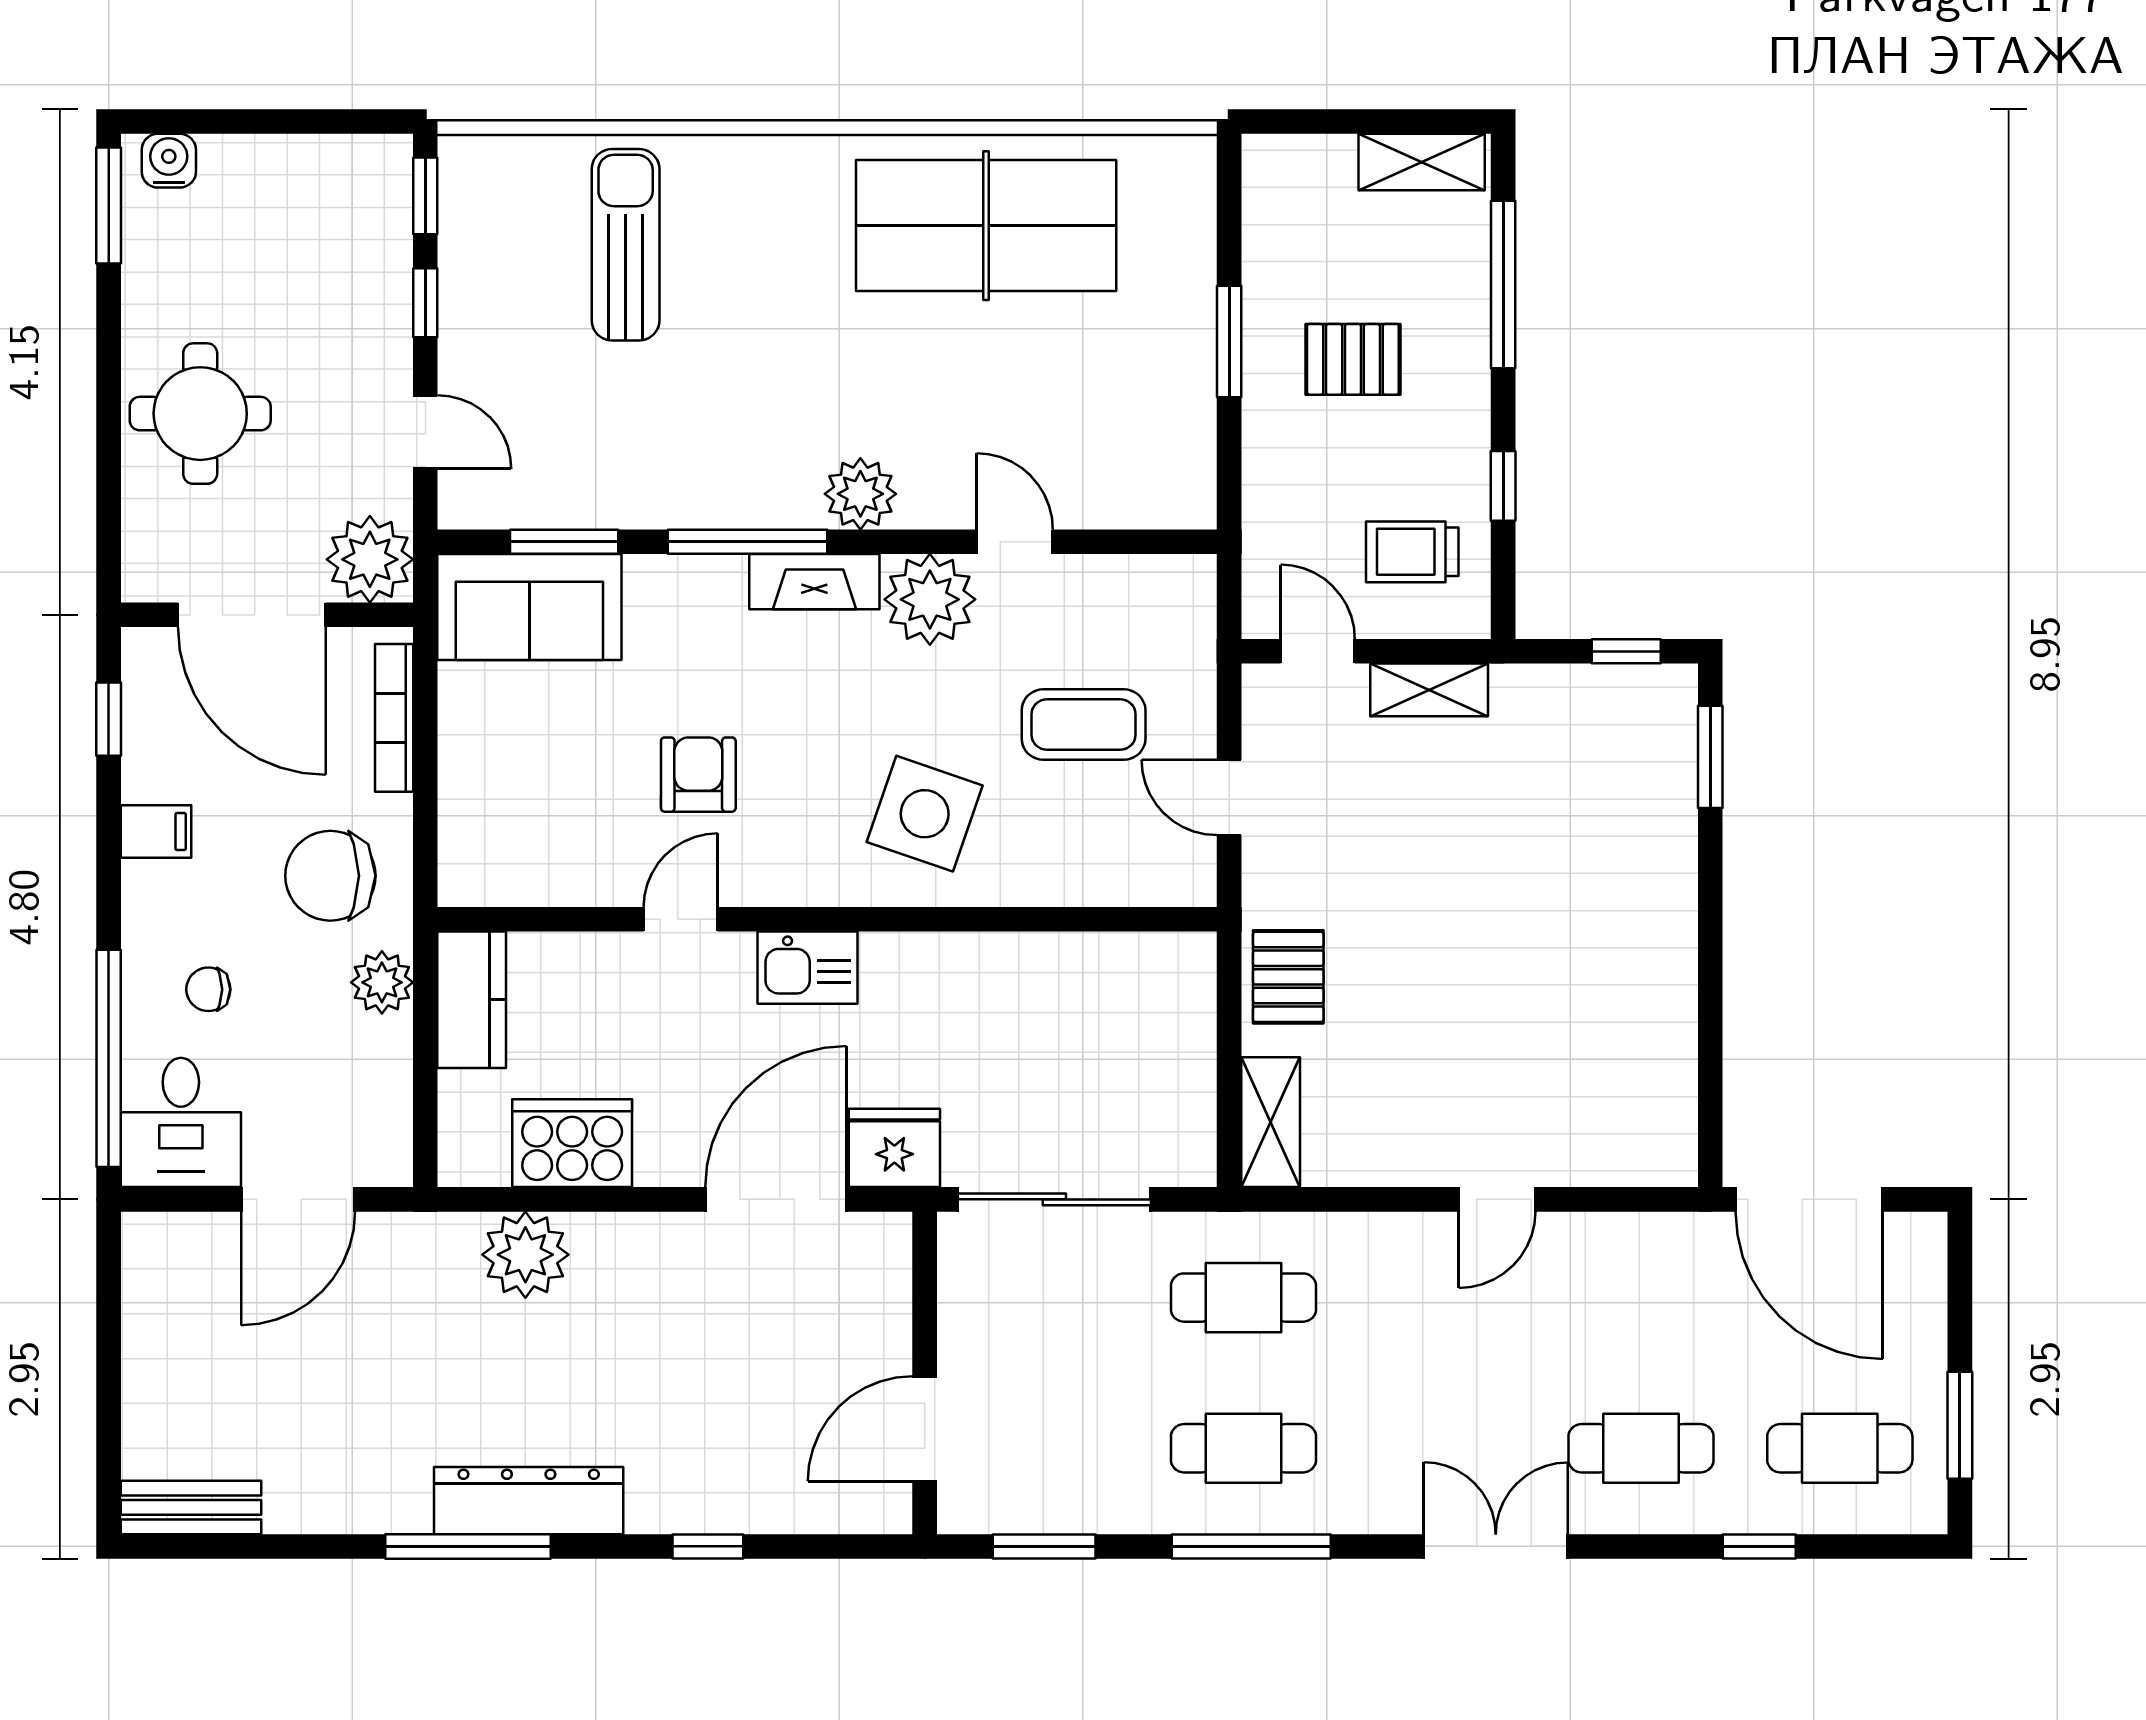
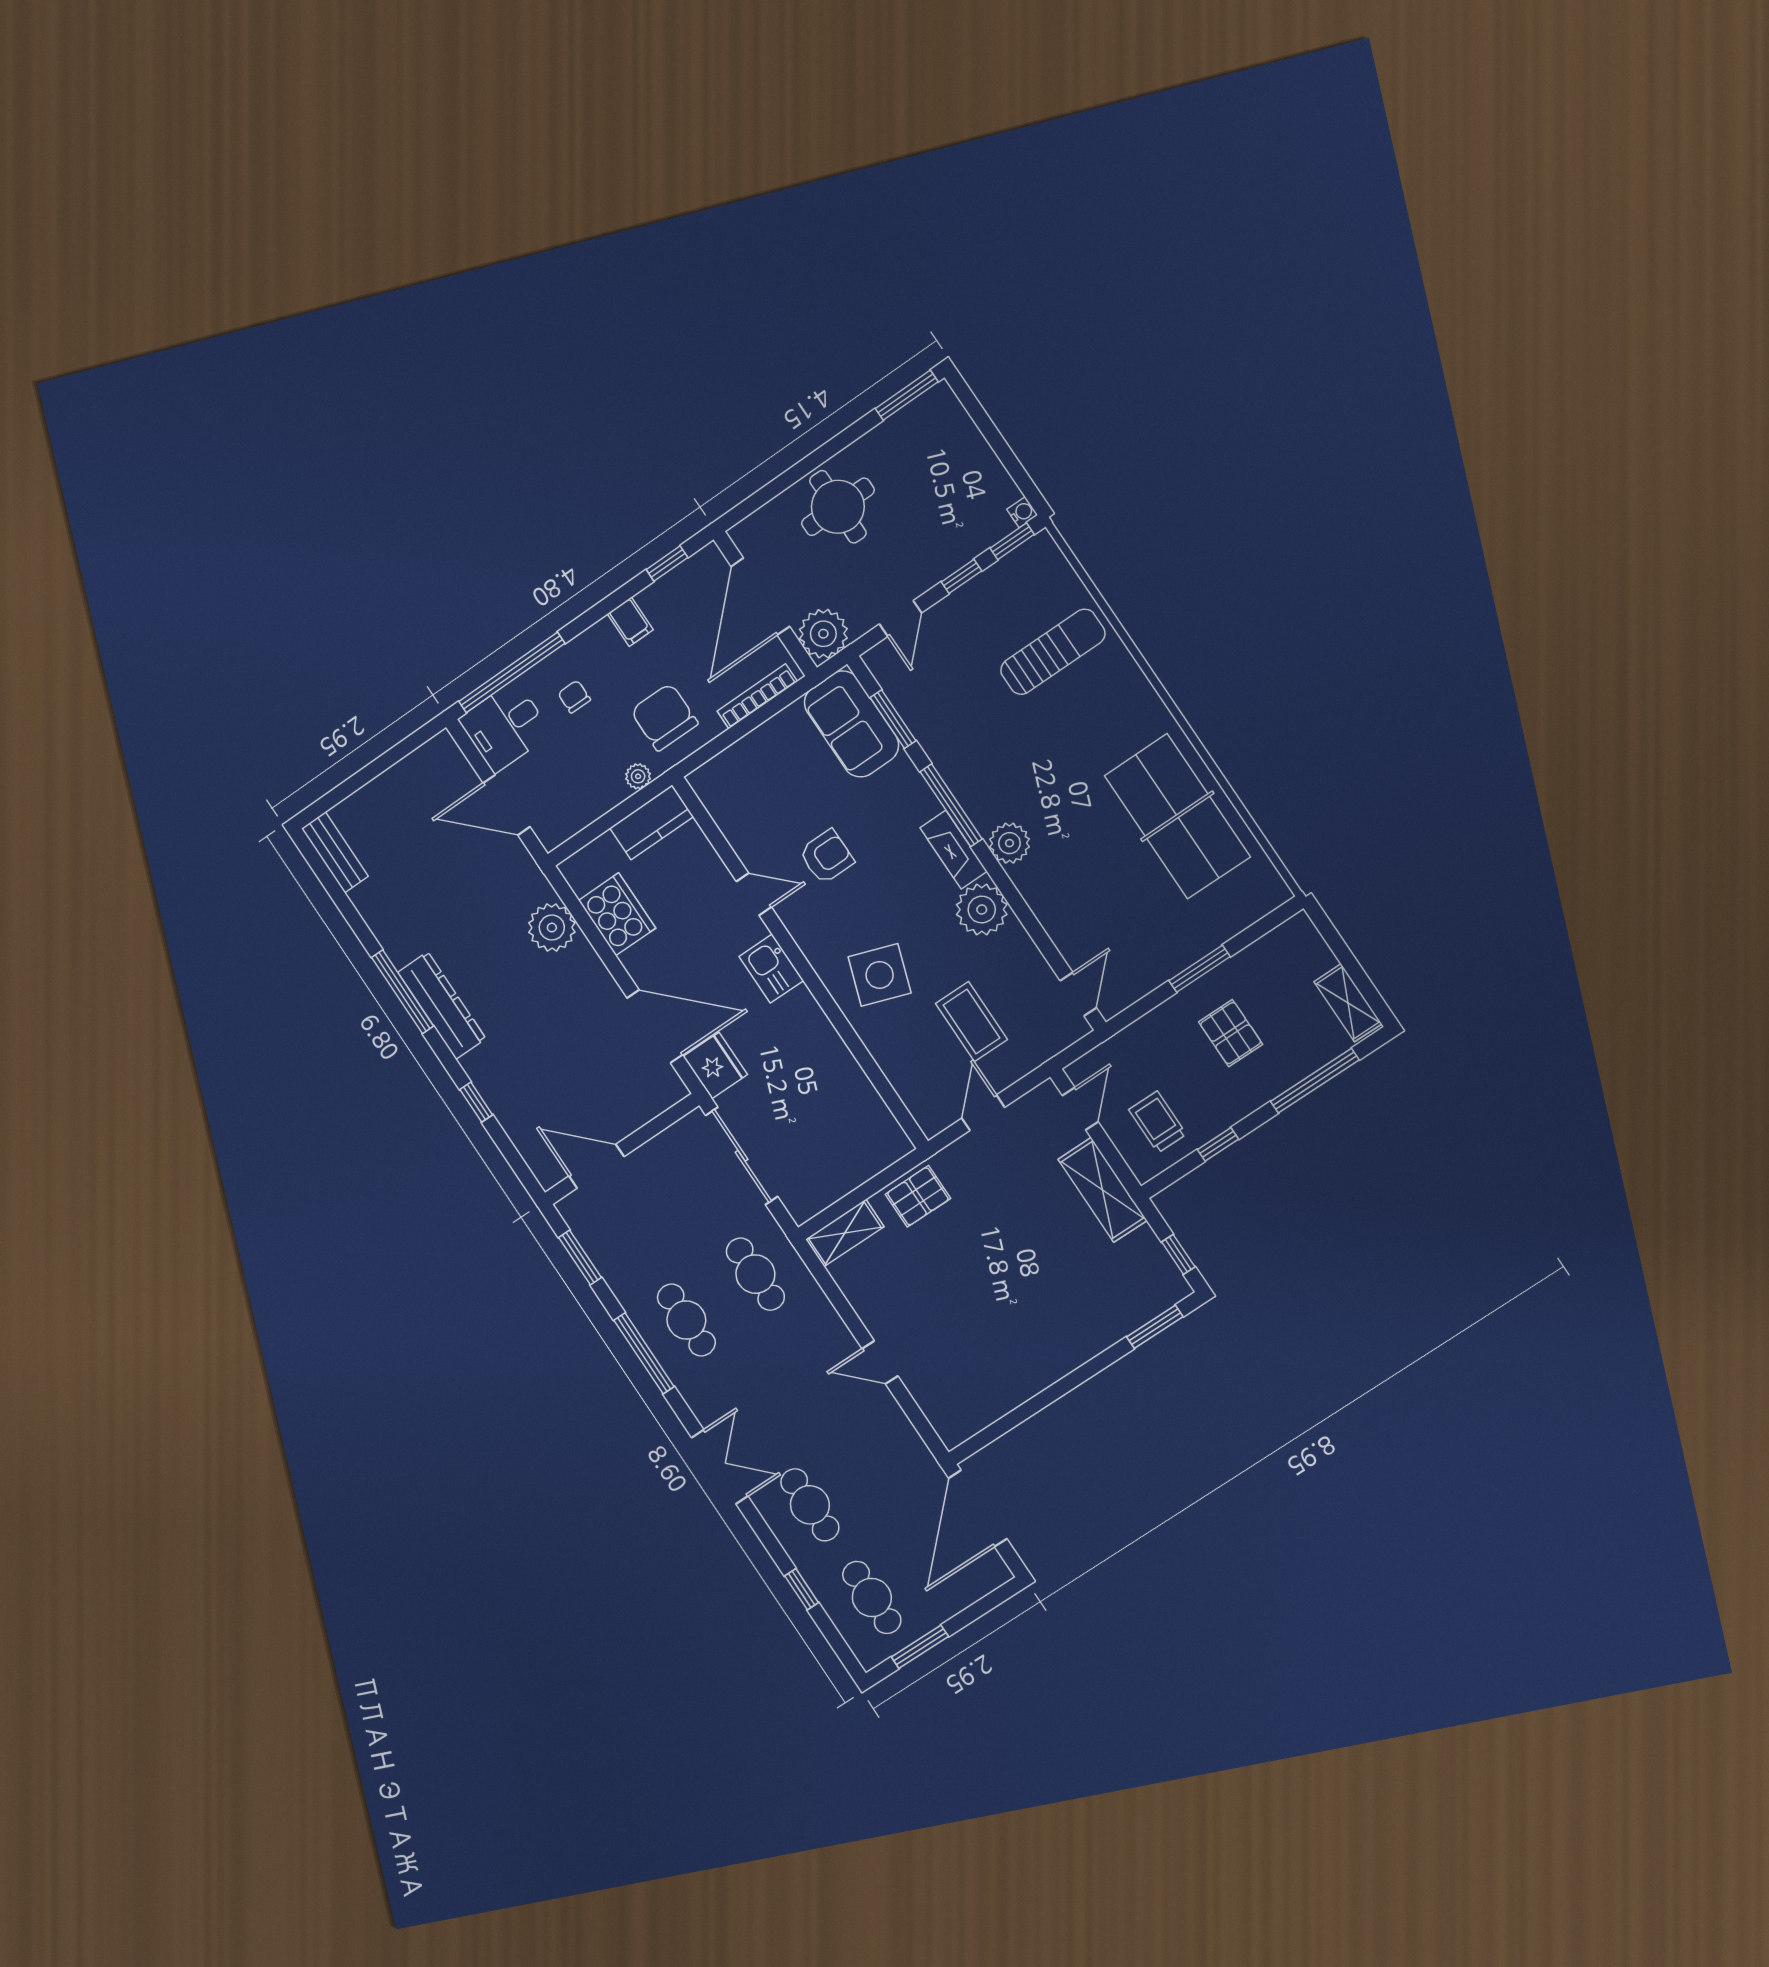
water cooler: (169, 161) -> (1022, 512), moved, width x0.72, depth x0.72
door: (1015, 542) -> (1078, 994), moved
shelving: (1429, 690) -> (1102, 1190), width x1.50, depth x1.33
plant: (382, 982) -> (638, 776), width x0.73, depth x0.73

